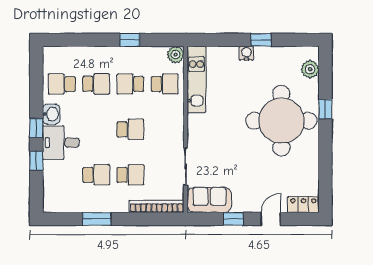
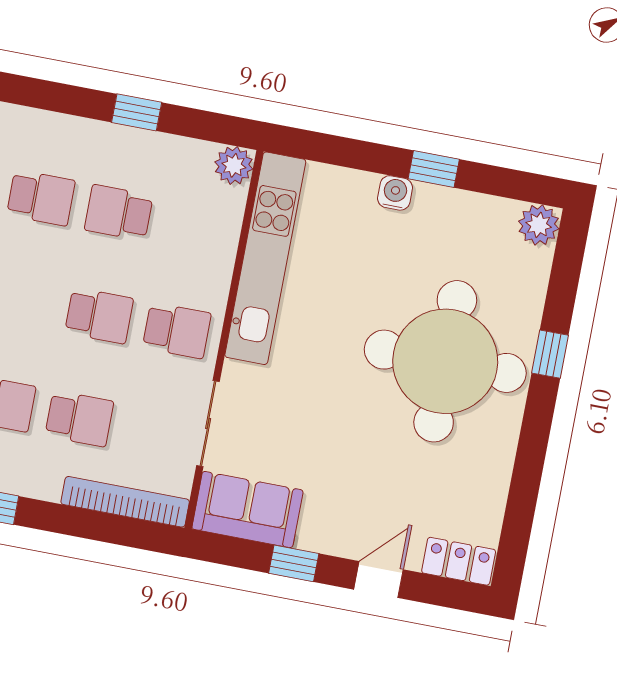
plant: (310, 69) -> (539, 225), moved
kitchen unit: (196, 79) -> (265, 258), width x1.36
school desk: (165, 84) -> (177, 331), moved

